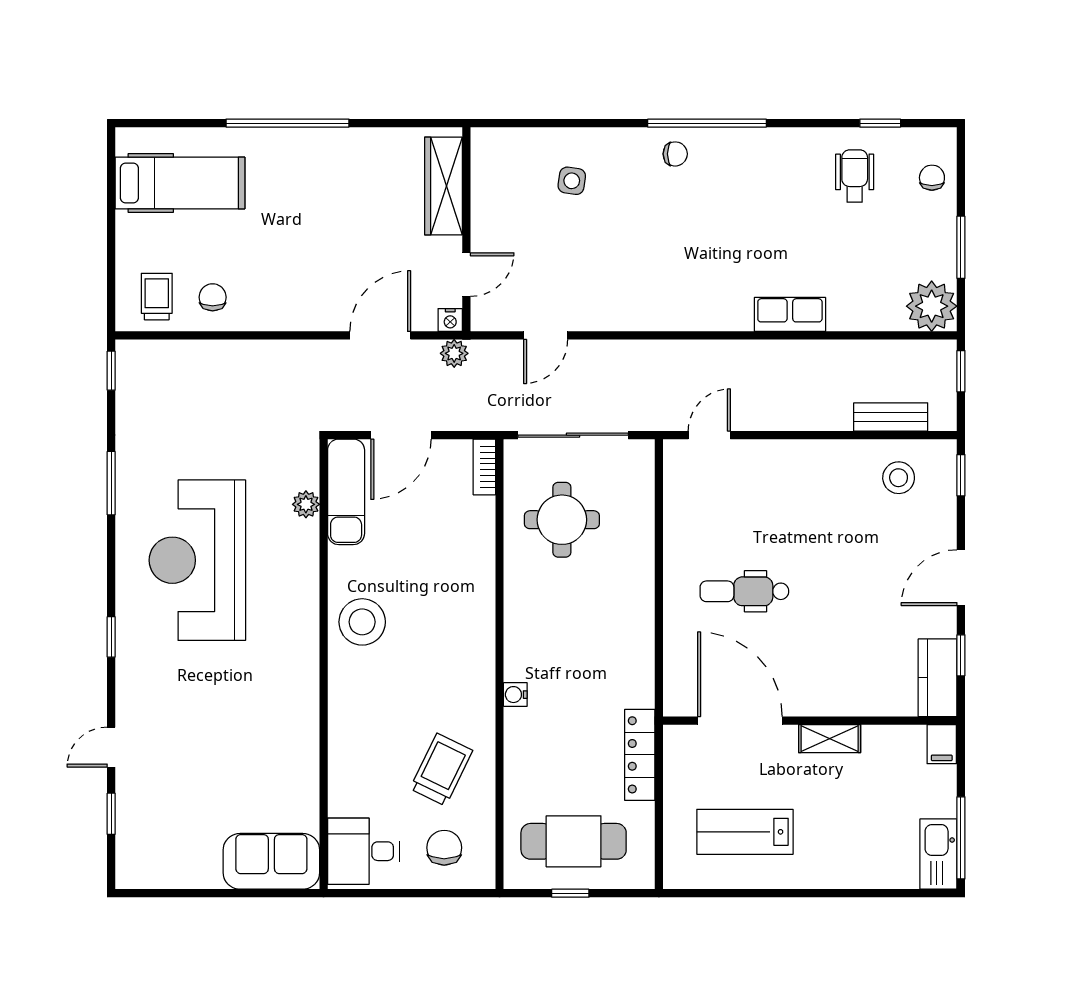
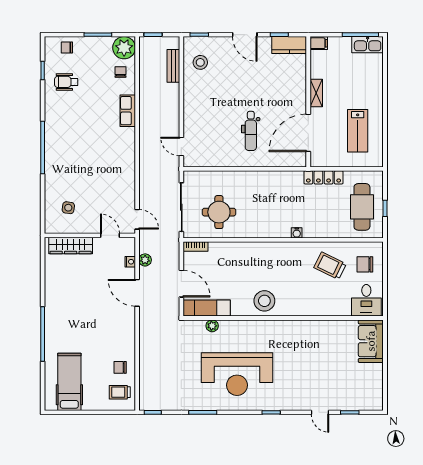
chair: (675, 154) -> (120, 72), moved
wardrobe: (443, 186) -> (71, 246), moved
wall: (466, 229) -> (90, 235), moved
door: (466, 275) -> (110, 235), moved

